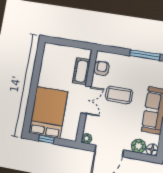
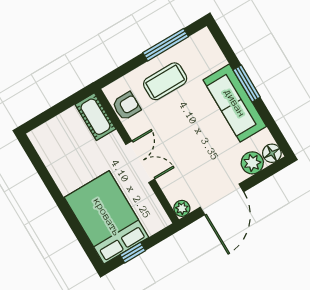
armchair: (102, 68) -> (126, 106), turned 90
cot: (81, 71) -> (95, 117), moved
coffee table: (119, 95) -> (165, 81), moved

